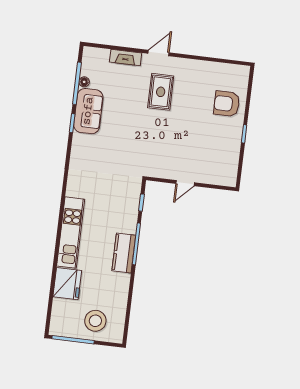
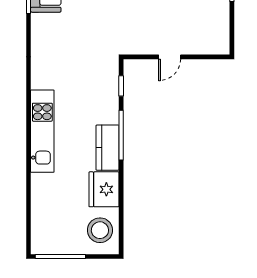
fridge: (67, 284) -> (104, 189), moved, turned 180
stool: (95, 321) -> (100, 230), moved

